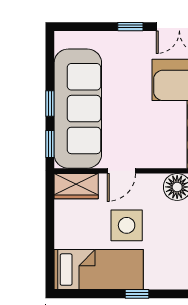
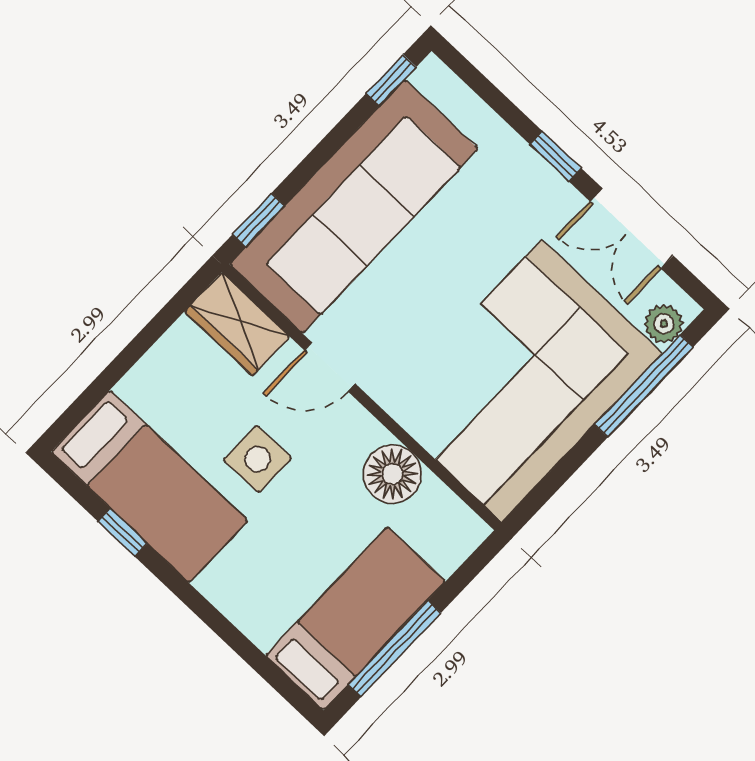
window: (50, 103) -> (391, 80), moved
side table: (127, 225) -> (258, 459), width x0.73, depth x0.73
window: (137, 294) -> (123, 532), moved

